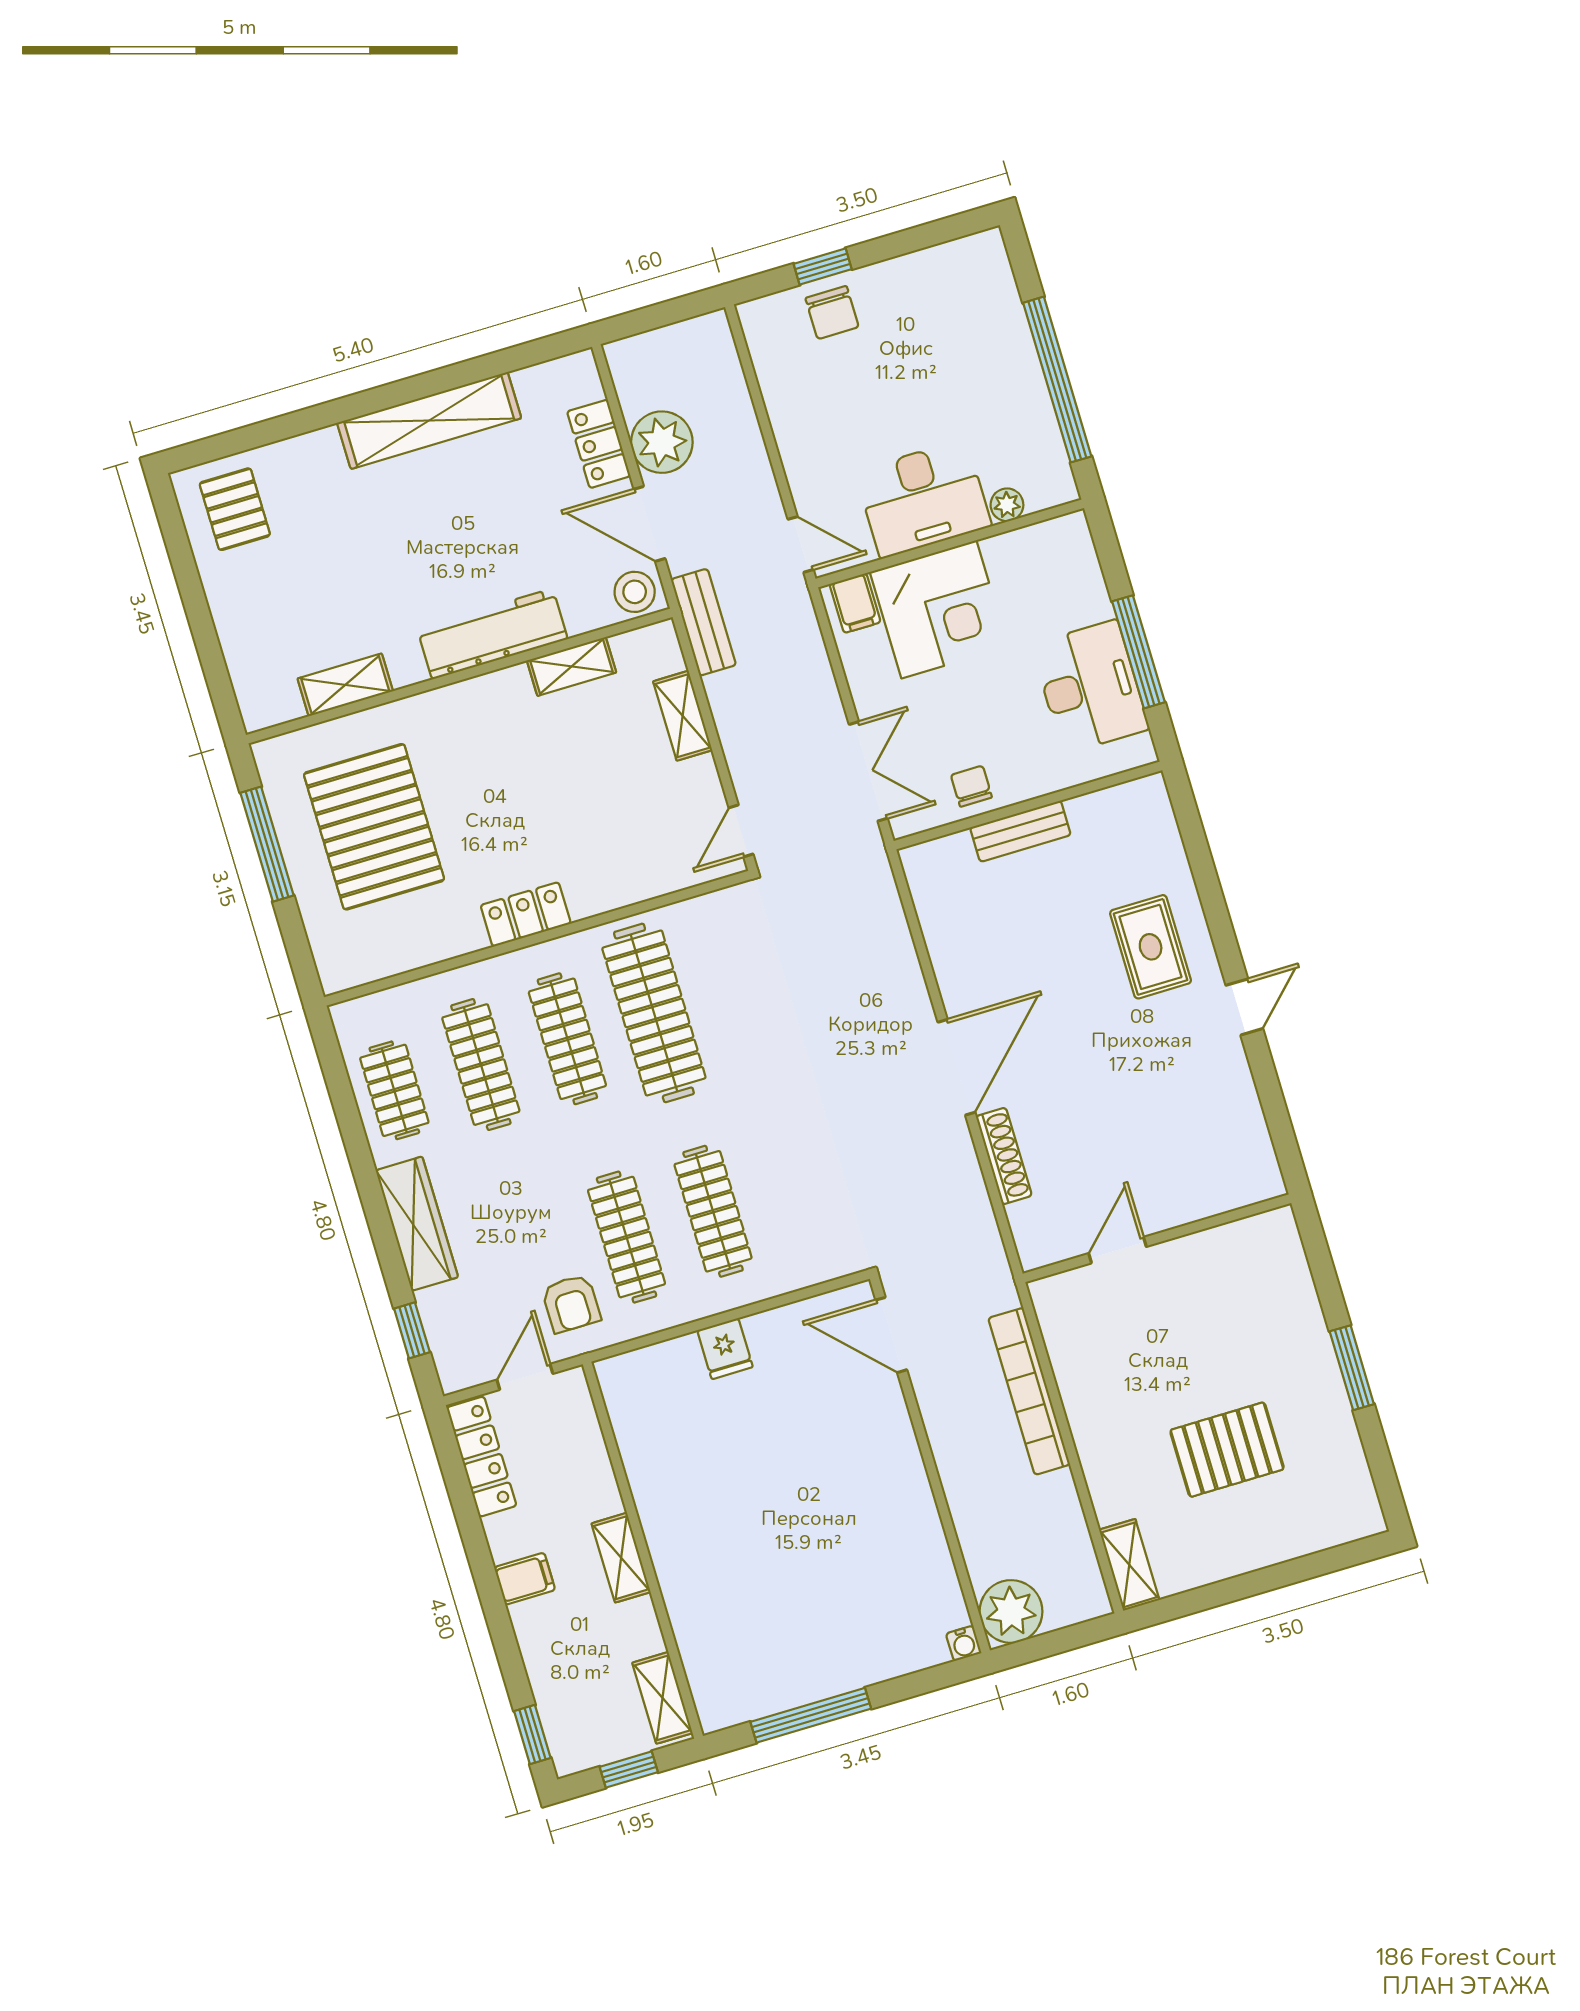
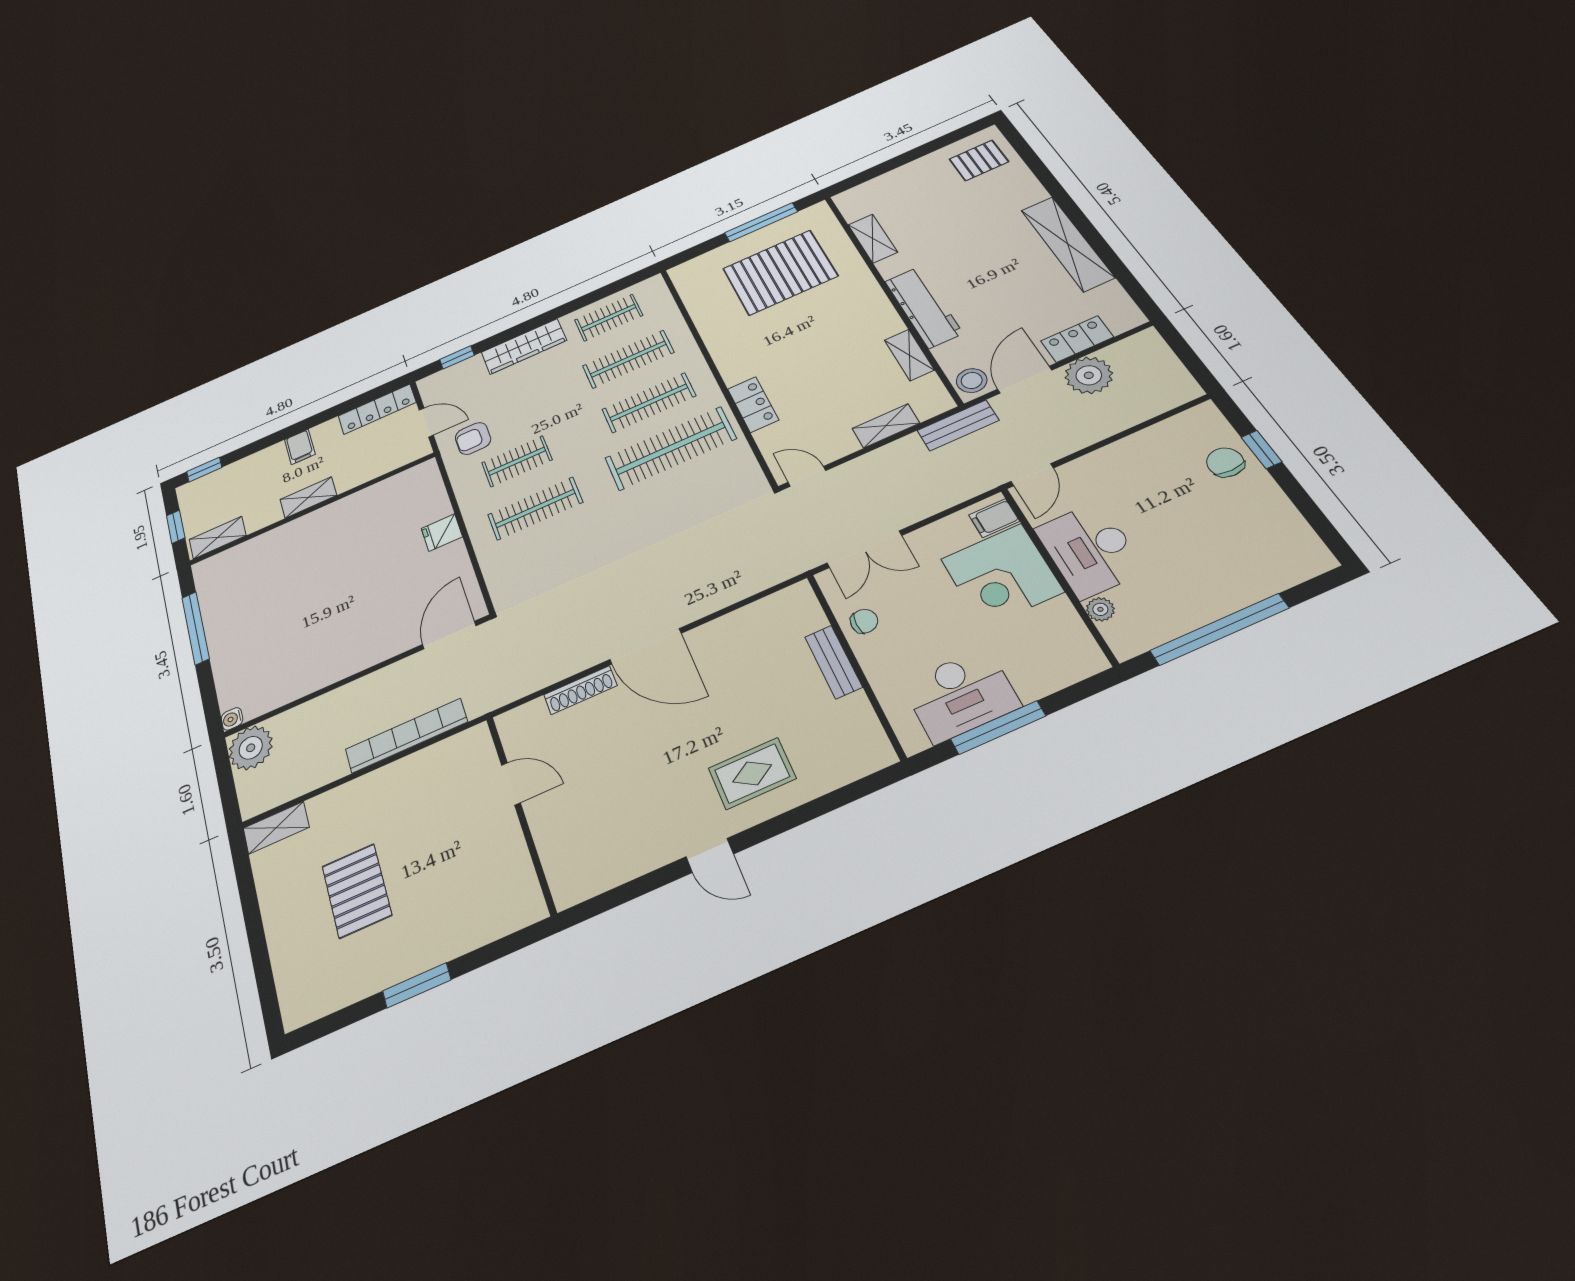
chair: (832, 313) -> (1225, 462), turned 90
locker: (526, 914) -> (753, 405), moved
clothes rail: (627, 1237) -> (517, 461), width x0.73

